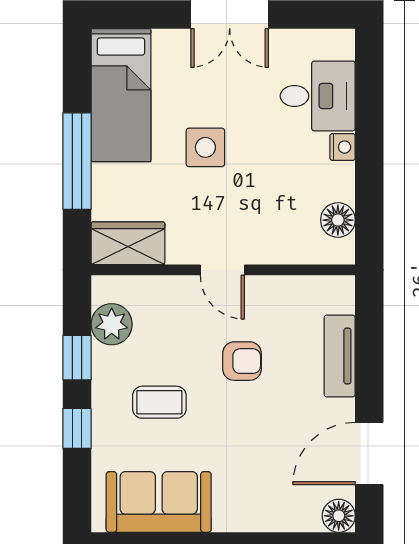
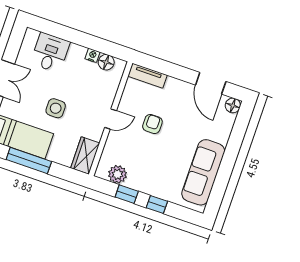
nightstand: (343, 147) -> (93, 55), moved
window: (77, 161) -> (29, 160), moved
tv unit: (340, 356) -> (148, 76), moved
coffee table: (159, 402) -> (158, 165), removed
sofa: (159, 502) -> (203, 172), width x1.36

